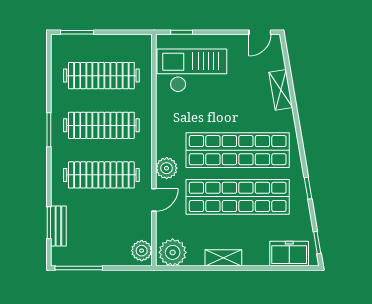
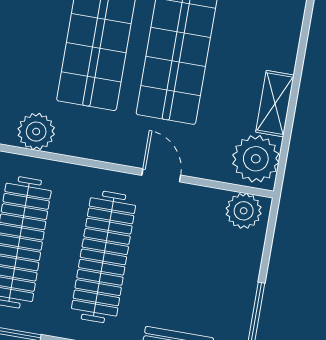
plant: (167, 168) -> (36, 132), moved
shelving: (223, 258) -> (275, 104), moved

